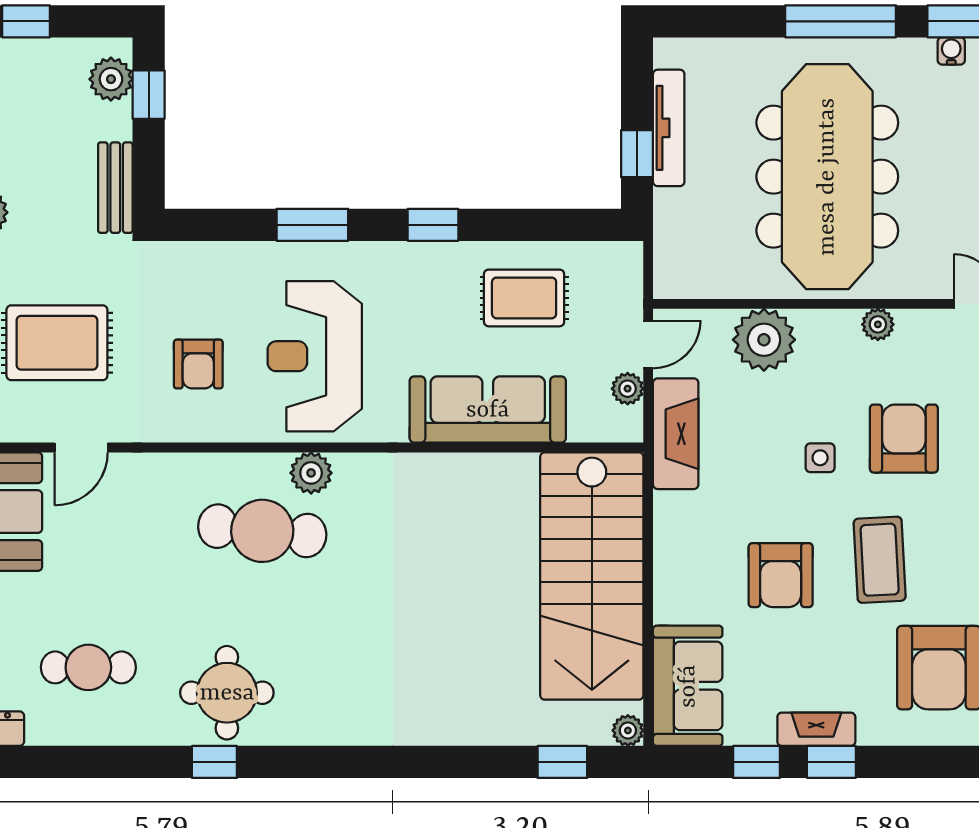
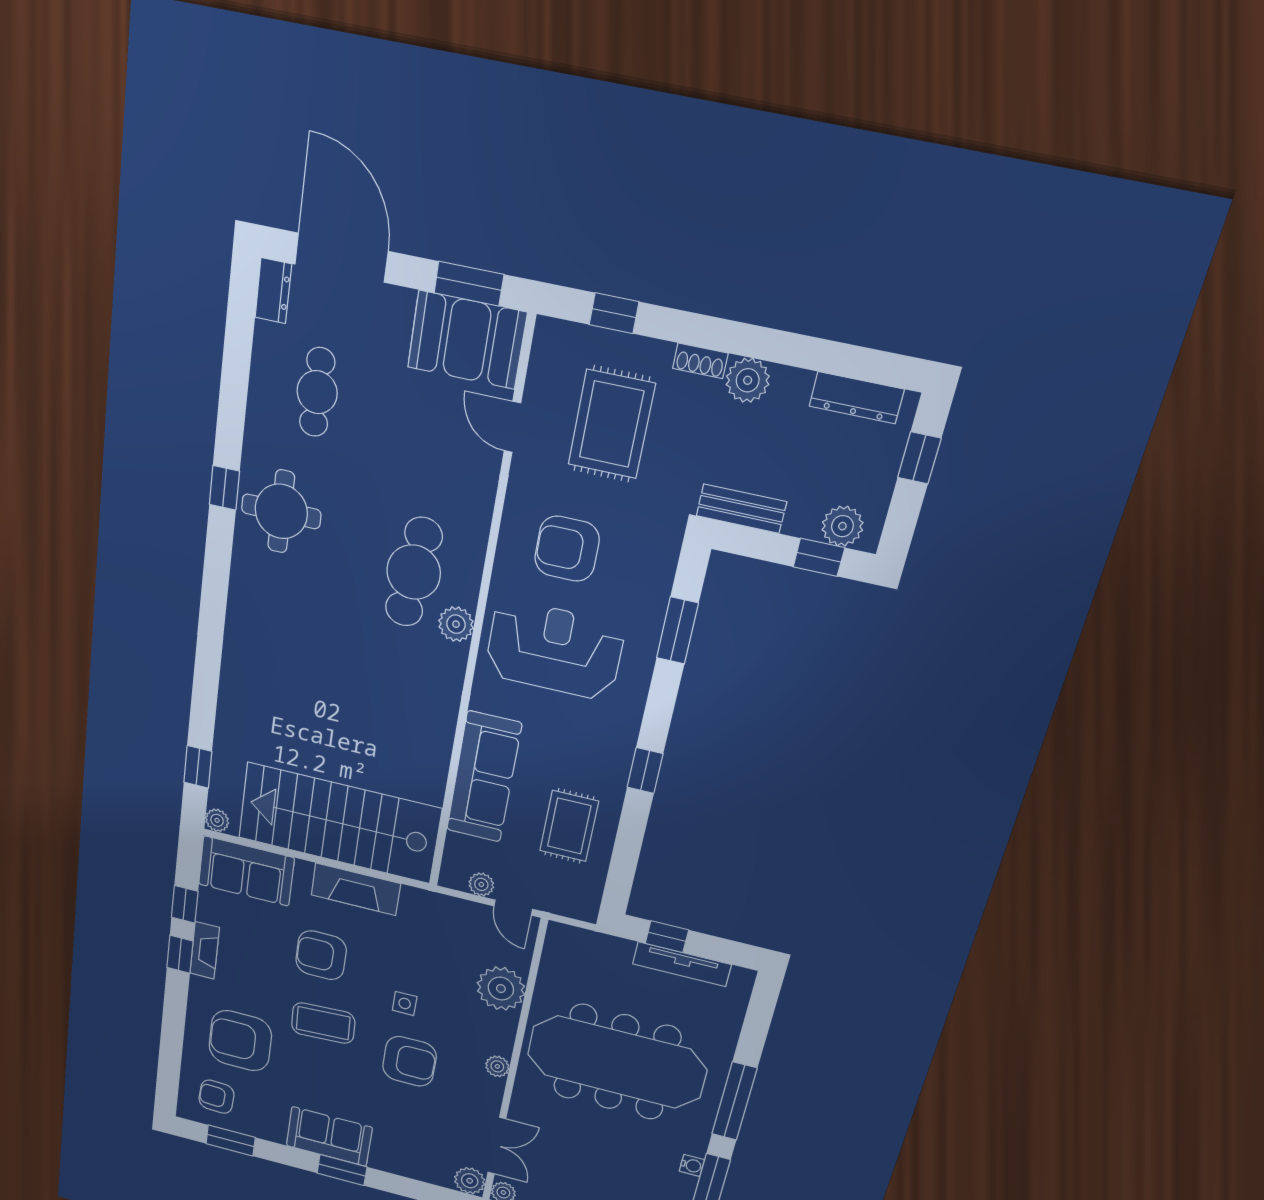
window: (312, 225) -> (677, 631), moved
armchair: (198, 364) -> (567, 549), width x1.38, depth x1.38
fireplace: (676, 434) -> (356, 889), moved

